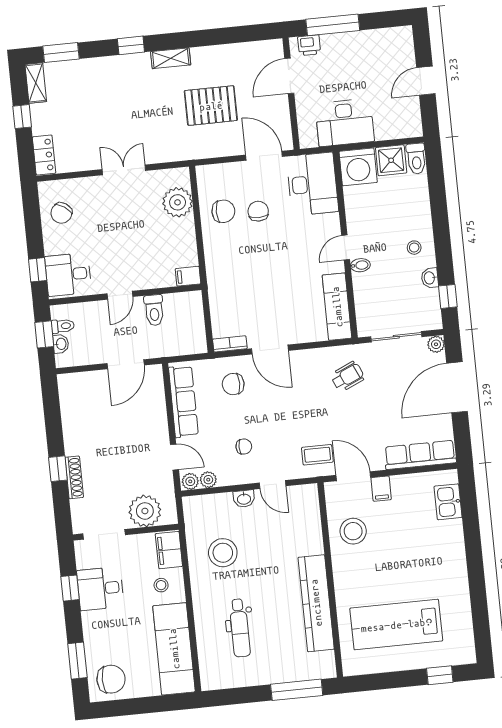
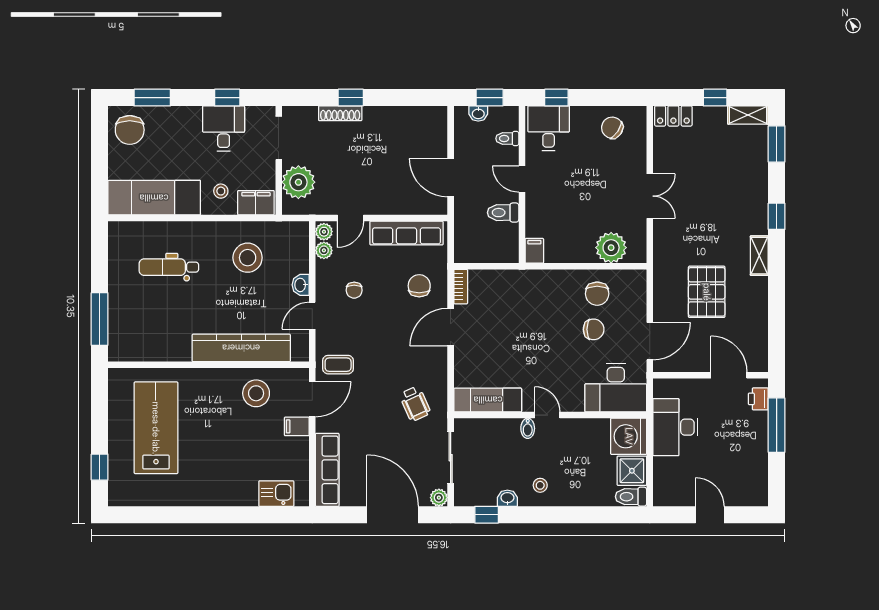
toilet: (63, 326) -> (507, 138), moved, turned 90
coffee table: (317, 455) -> (338, 365), turned 90
kitchen counter: (316, 603) -> (241, 348), moved

